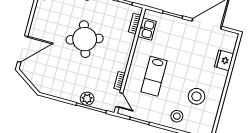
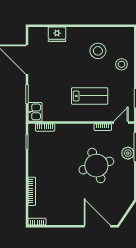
kitchen sink: (147, 29) -> (35, 112), moved, turned 90
round table: (85, 39) -> (96, 166), moved

